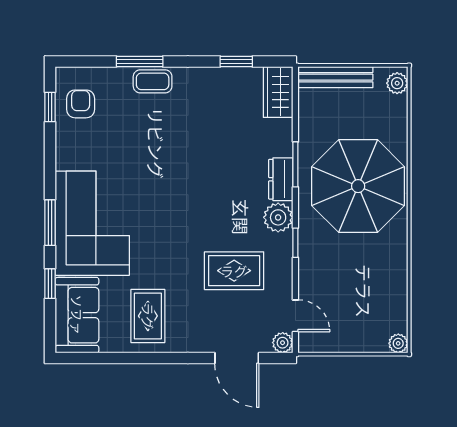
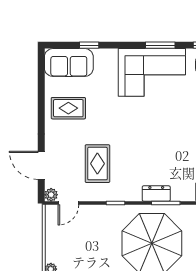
plant: (278, 217) -> (132, 192), removed
window: (50, 223) -> (160, 45), moved
corner sofa: (92, 223) -> (152, 72), moved
door: (237, 358) -> (41, 165), hinge flipped

